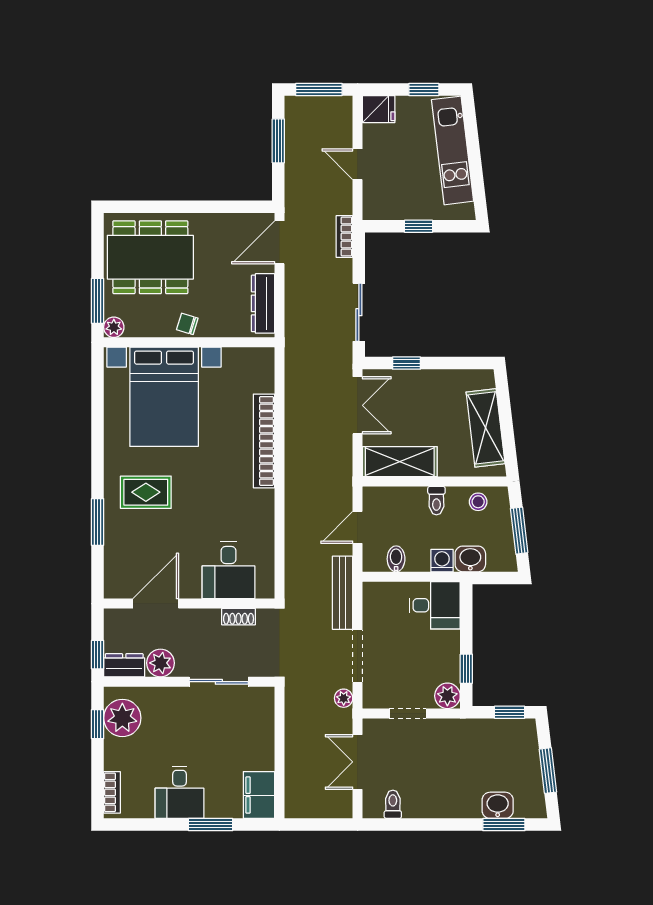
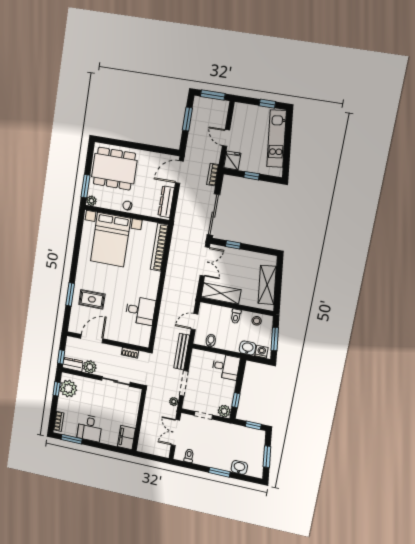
fridge: (379, 109) -> (232, 160), moved, turned -90
sliding door: (359, 312) -> (213, 215), width x1.37
bookcase: (264, 441) -> (159, 247), moved
rug: (146, 492) -> (92, 299), moved
washing machine: (442, 561) -> (262, 352), moved
desk: (228, 570) -> (140, 311), moved, turned -90
window: (211, 825) -> (72, 439), moved
window: (504, 825) -> (219, 472), moved

